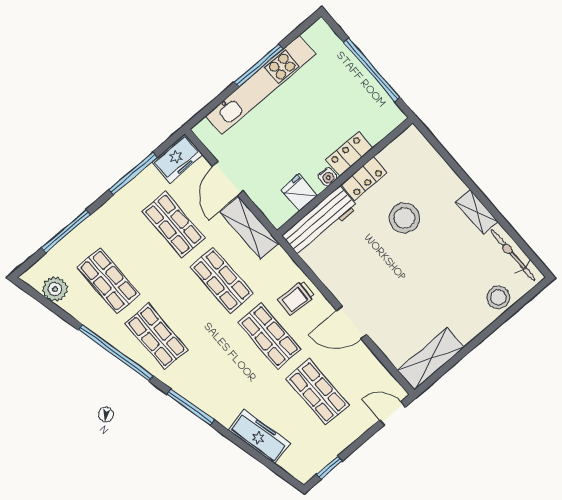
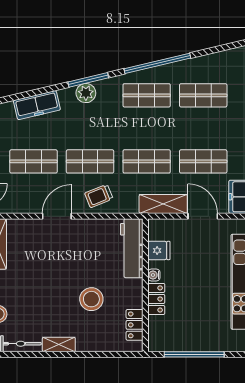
locker: (364, 178) -> (135, 325), moved
plant: (55, 289) -> (86, 93), moved
trolley: (296, 298) -> (99, 196), turned -115

